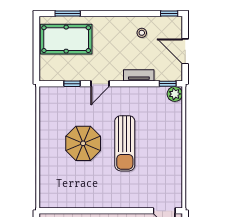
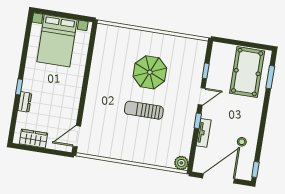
door: (185, 51) -> (219, 178), width x1.36
door: (100, 84) -> (202, 96), swing flipped
window: (168, 84) -> (198, 121), moved
sun lounger: (125, 143) -> (144, 110), width x0.73, depth x0.75

